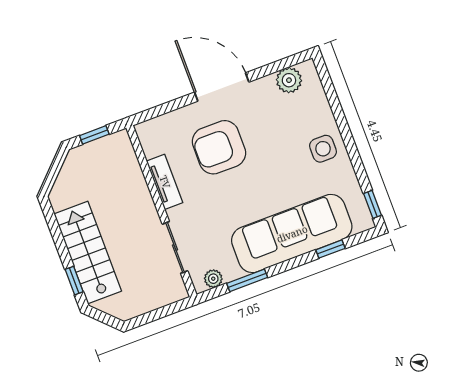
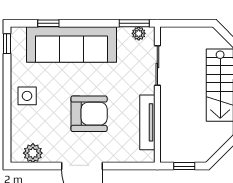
armchair: (219, 147) -> (89, 114), moved
tv unit: (165, 182) -> (147, 122), width x1.41
window: (247, 280) -> (134, 23), moved

